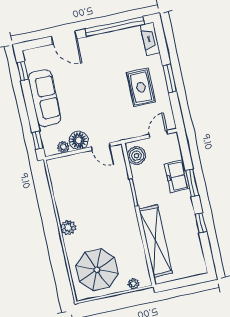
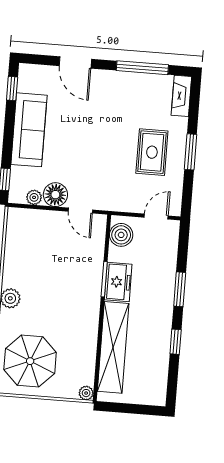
window: (115, 27) -> (142, 68), width x0.68
freezer: (177, 176) -> (118, 282), moved, turned 180
plant: (133, 284) -> (86, 393), moved

